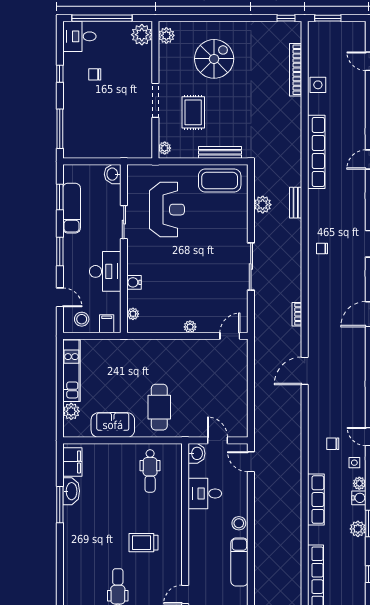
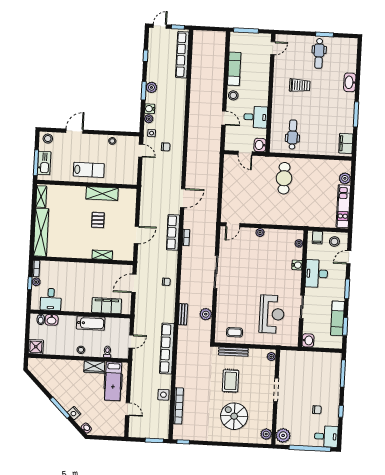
spiral stairs: (214, 59) -> (234, 416), turned 90
rug: (193, 112) -> (231, 381), moved
coffee table: (220, 180) -> (235, 332), width x0.54, depth x0.58
reception desk: (167, 210) -> (272, 314), turned 180
door: (60, 297) -> (349, 257), hinge flipped
sofa: (113, 425) -> (317, 168), removed
door: (251, 462) -> (224, 118), moved
washbasin: (71, 491) -> (350, 82), moved
row of seats: (316, 500) -> (173, 232), moved

